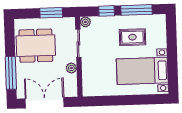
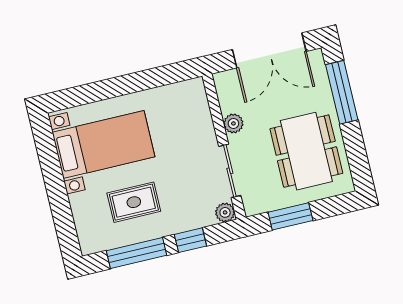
dining table: (36, 46) -> (306, 151), turned 90

